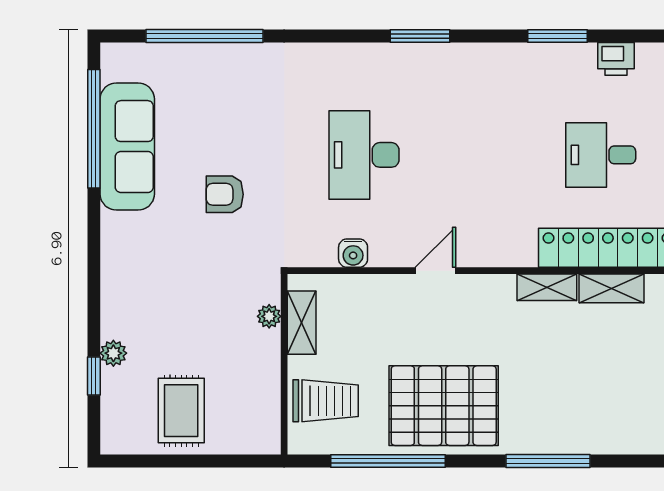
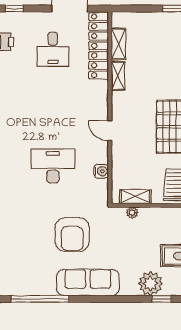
sofa: (127, 147) -> (88, 282), moved
desk: (364, 155) -> (53, 166), turned 180
armchair: (225, 194) -> (72, 234), width x1.88, depth x1.88
plant: (113, 353) -> (150, 284), width x1.88, depth x1.88

